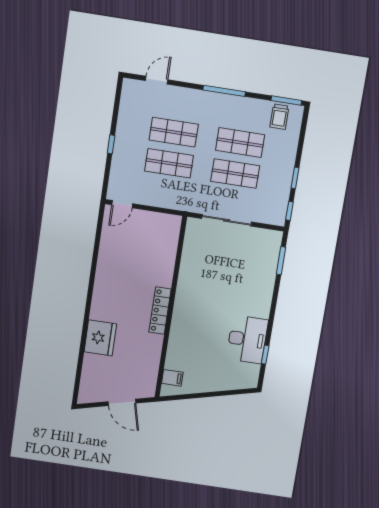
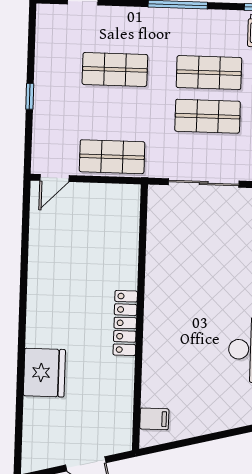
shop shelf: (169, 163) -> (112, 157), moved

